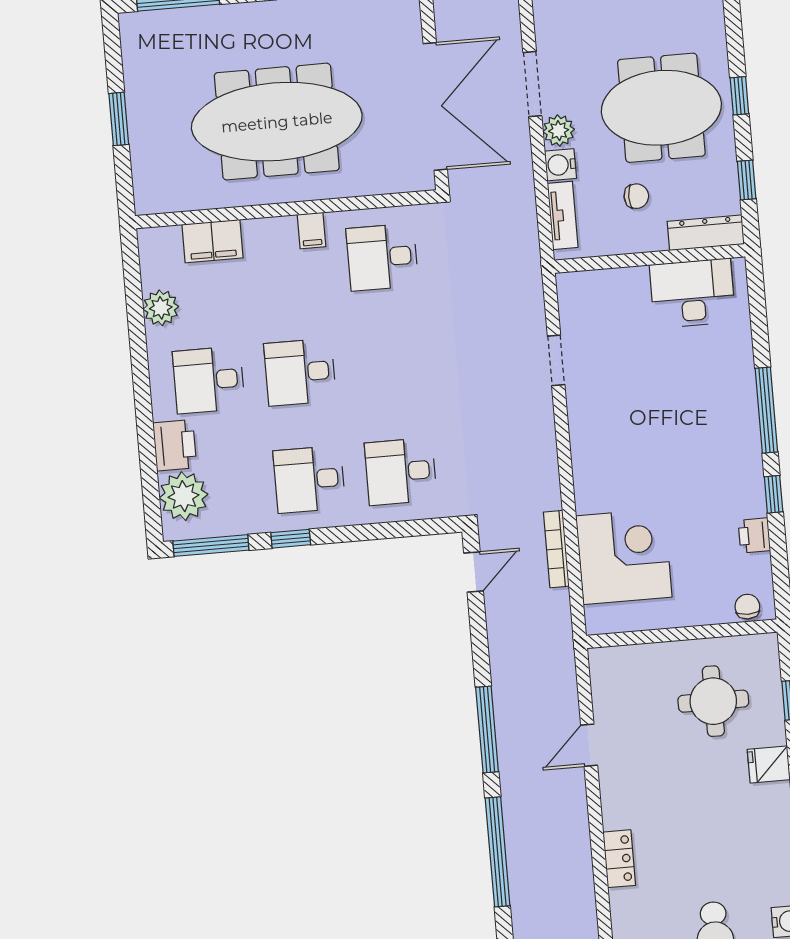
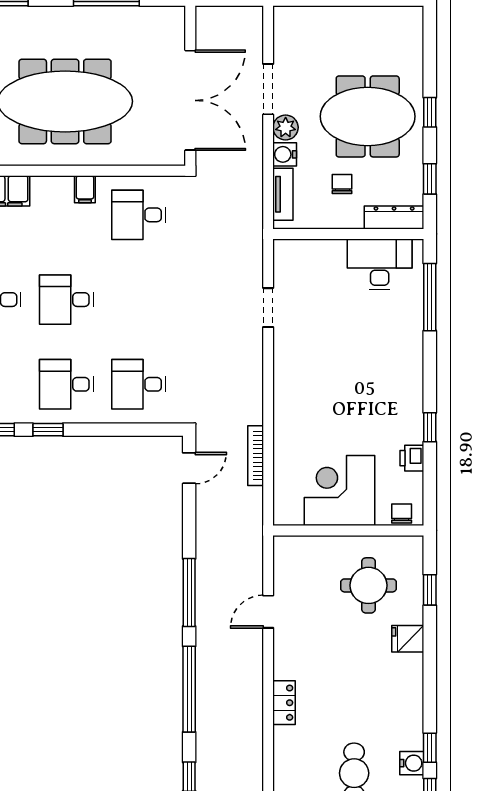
chair: (636, 196) -> (342, 184), turned -90
window: (766, 410) -> (430, 297), moved
corner desk: (624, 556) -> (340, 490), moved, turned -90

